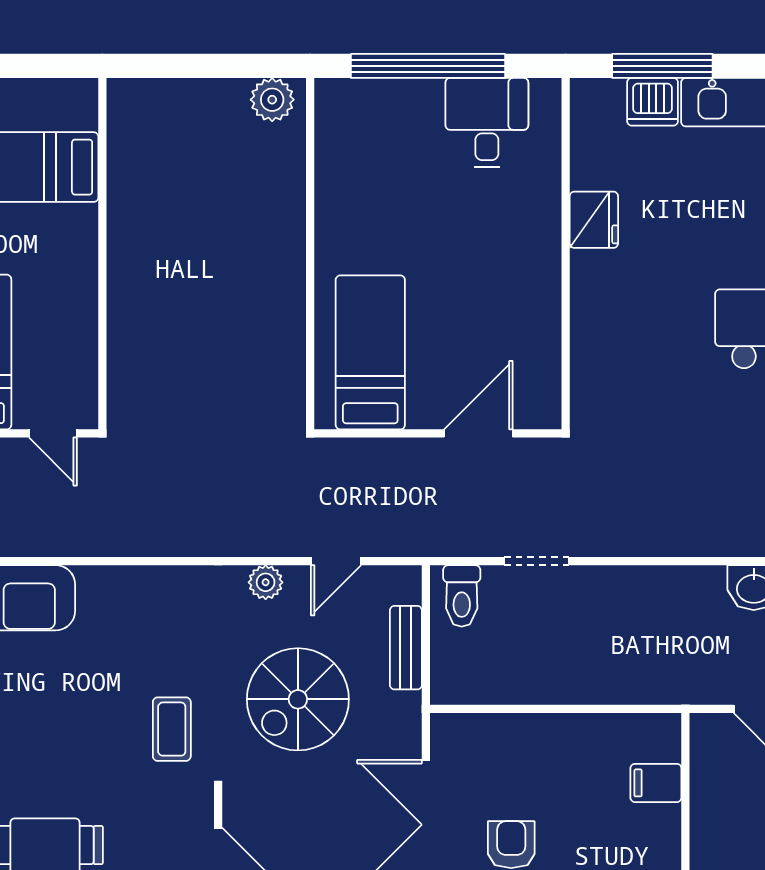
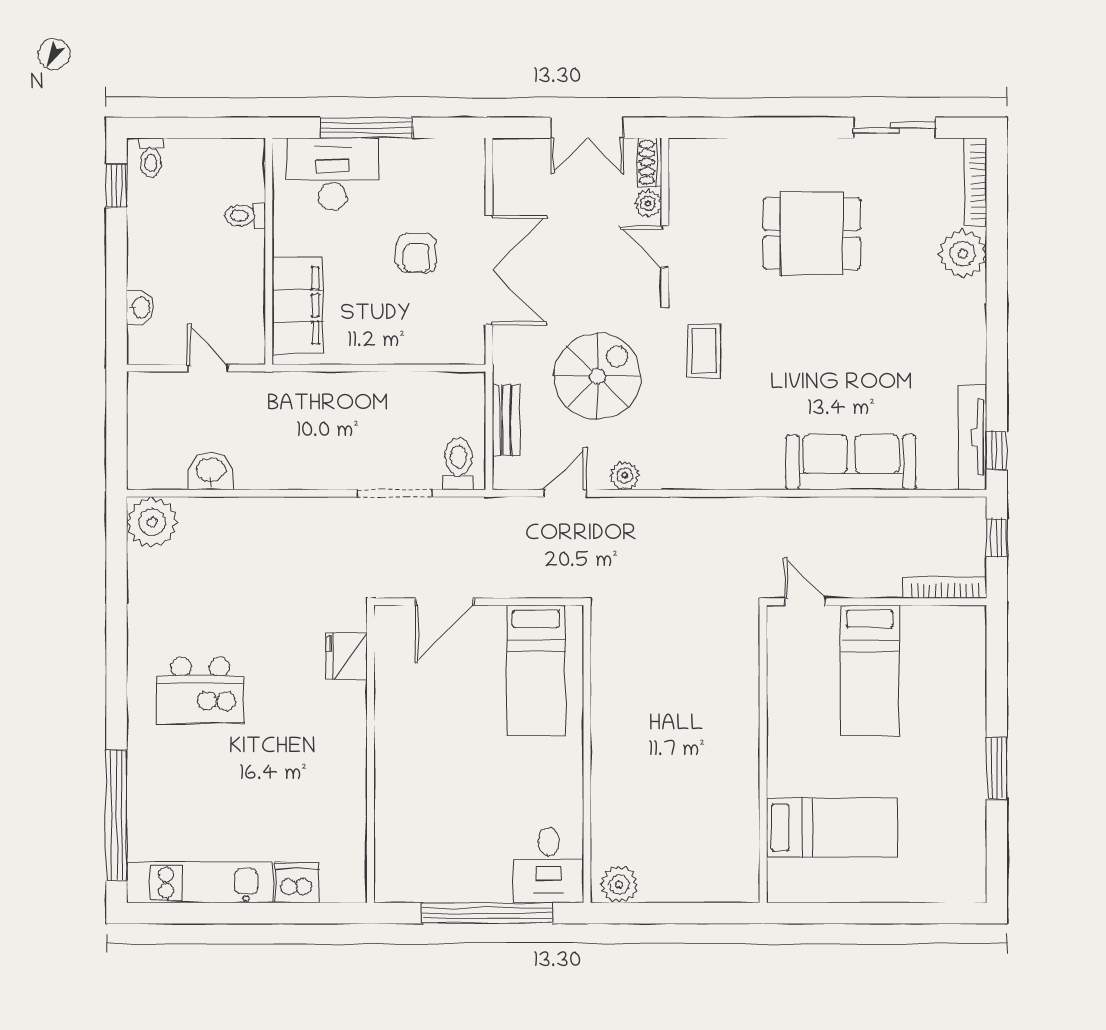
window: (662, 66) -> (288, 913), removed
desk: (487, 123) -> (549, 865), moved
fridge: (594, 220) -> (346, 656), moved
doorway: (537, 561) -> (395, 493), width x1.38
filing cabinet: (656, 783) -> (297, 305), width x3.00, depth x1.17

